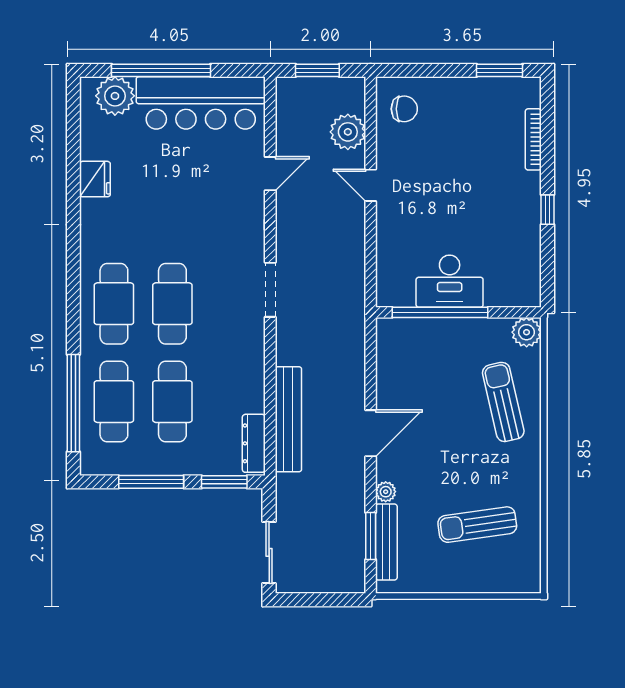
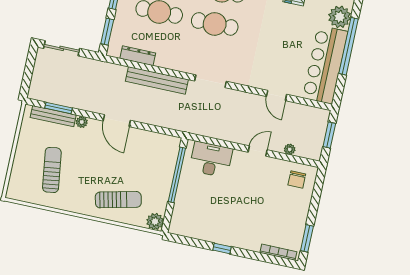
plant: (348, 132) -> (290, 149), width x0.53, depth x0.53
bookcase: (533, 139) -> (278, 252), moved
desk: (450, 281) -> (211, 160), moved, turned 90
bench: (288, 419) -> (157, 80), moved
dresser: (254, 443) -> (138, 56), moved

